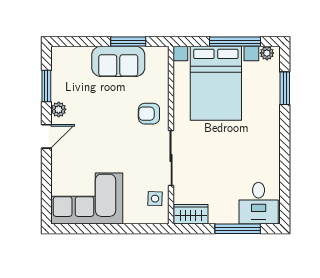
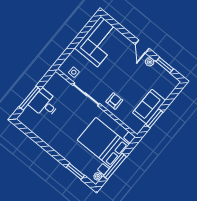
desk: (259, 203) -> (44, 104), moved
wardrobe: (191, 214) -> (53, 82), removed

